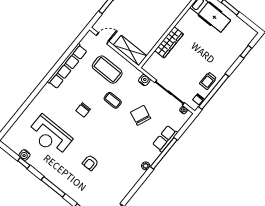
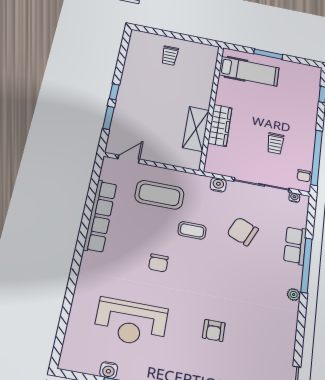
shelving: (130, 51) -> (196, 129), moved, turned 90
trolley: (208, 81) -> (275, 143), moved

